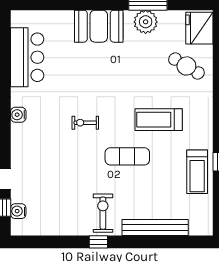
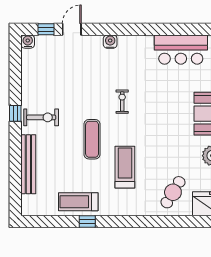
water cooler: (18, 115) -> (110, 42), moved
water cooler: (18, 211) -> (28, 42), moved

